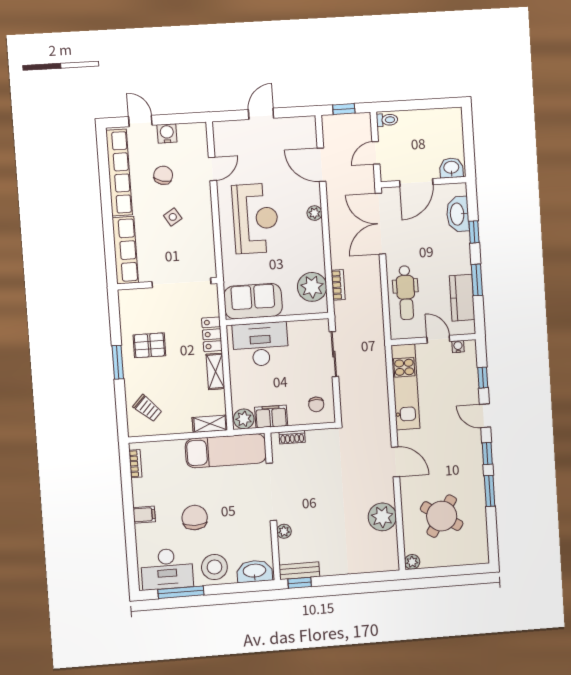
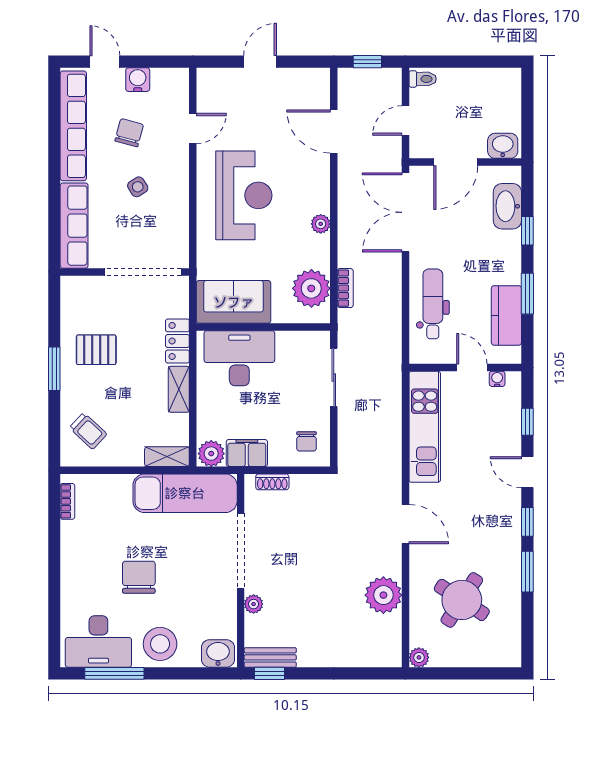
plant: (315, 213) -> (321, 224), moved
dental chair: (406, 293) -> (433, 304), turned 180
filing cabinet: (144, 515) -> (74, 569), removed
washbasin: (254, 571) -> (218, 653), width x0.72

